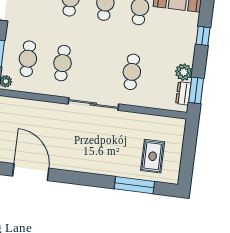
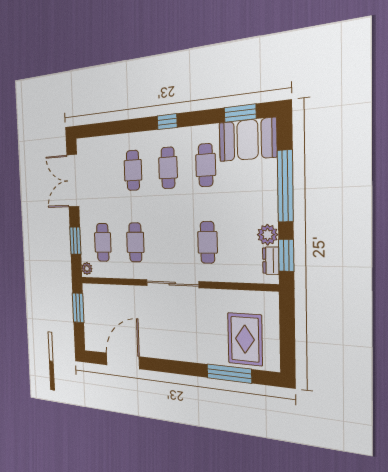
window: (203, 36) -> (285, 186), width x3.17
rug: (153, 156) -> (245, 339), width x1.36, depth x1.43
door: (31, 172) -> (123, 361), hinge flipped

